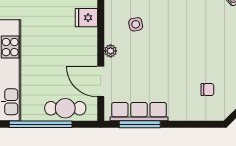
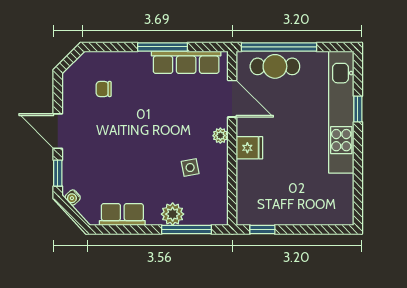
fridge: (86, 18) -> (249, 148), moved
window: (41, 124) -> (279, 47), moved
window: (140, 124) -> (163, 47), moved

